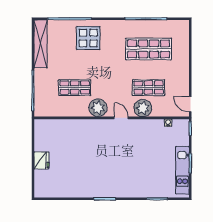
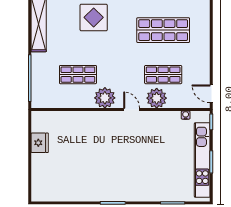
fridge: (41, 160) -> (40, 143), moved
kitchen unit: (182, 170) -> (202, 160), width x1.36

